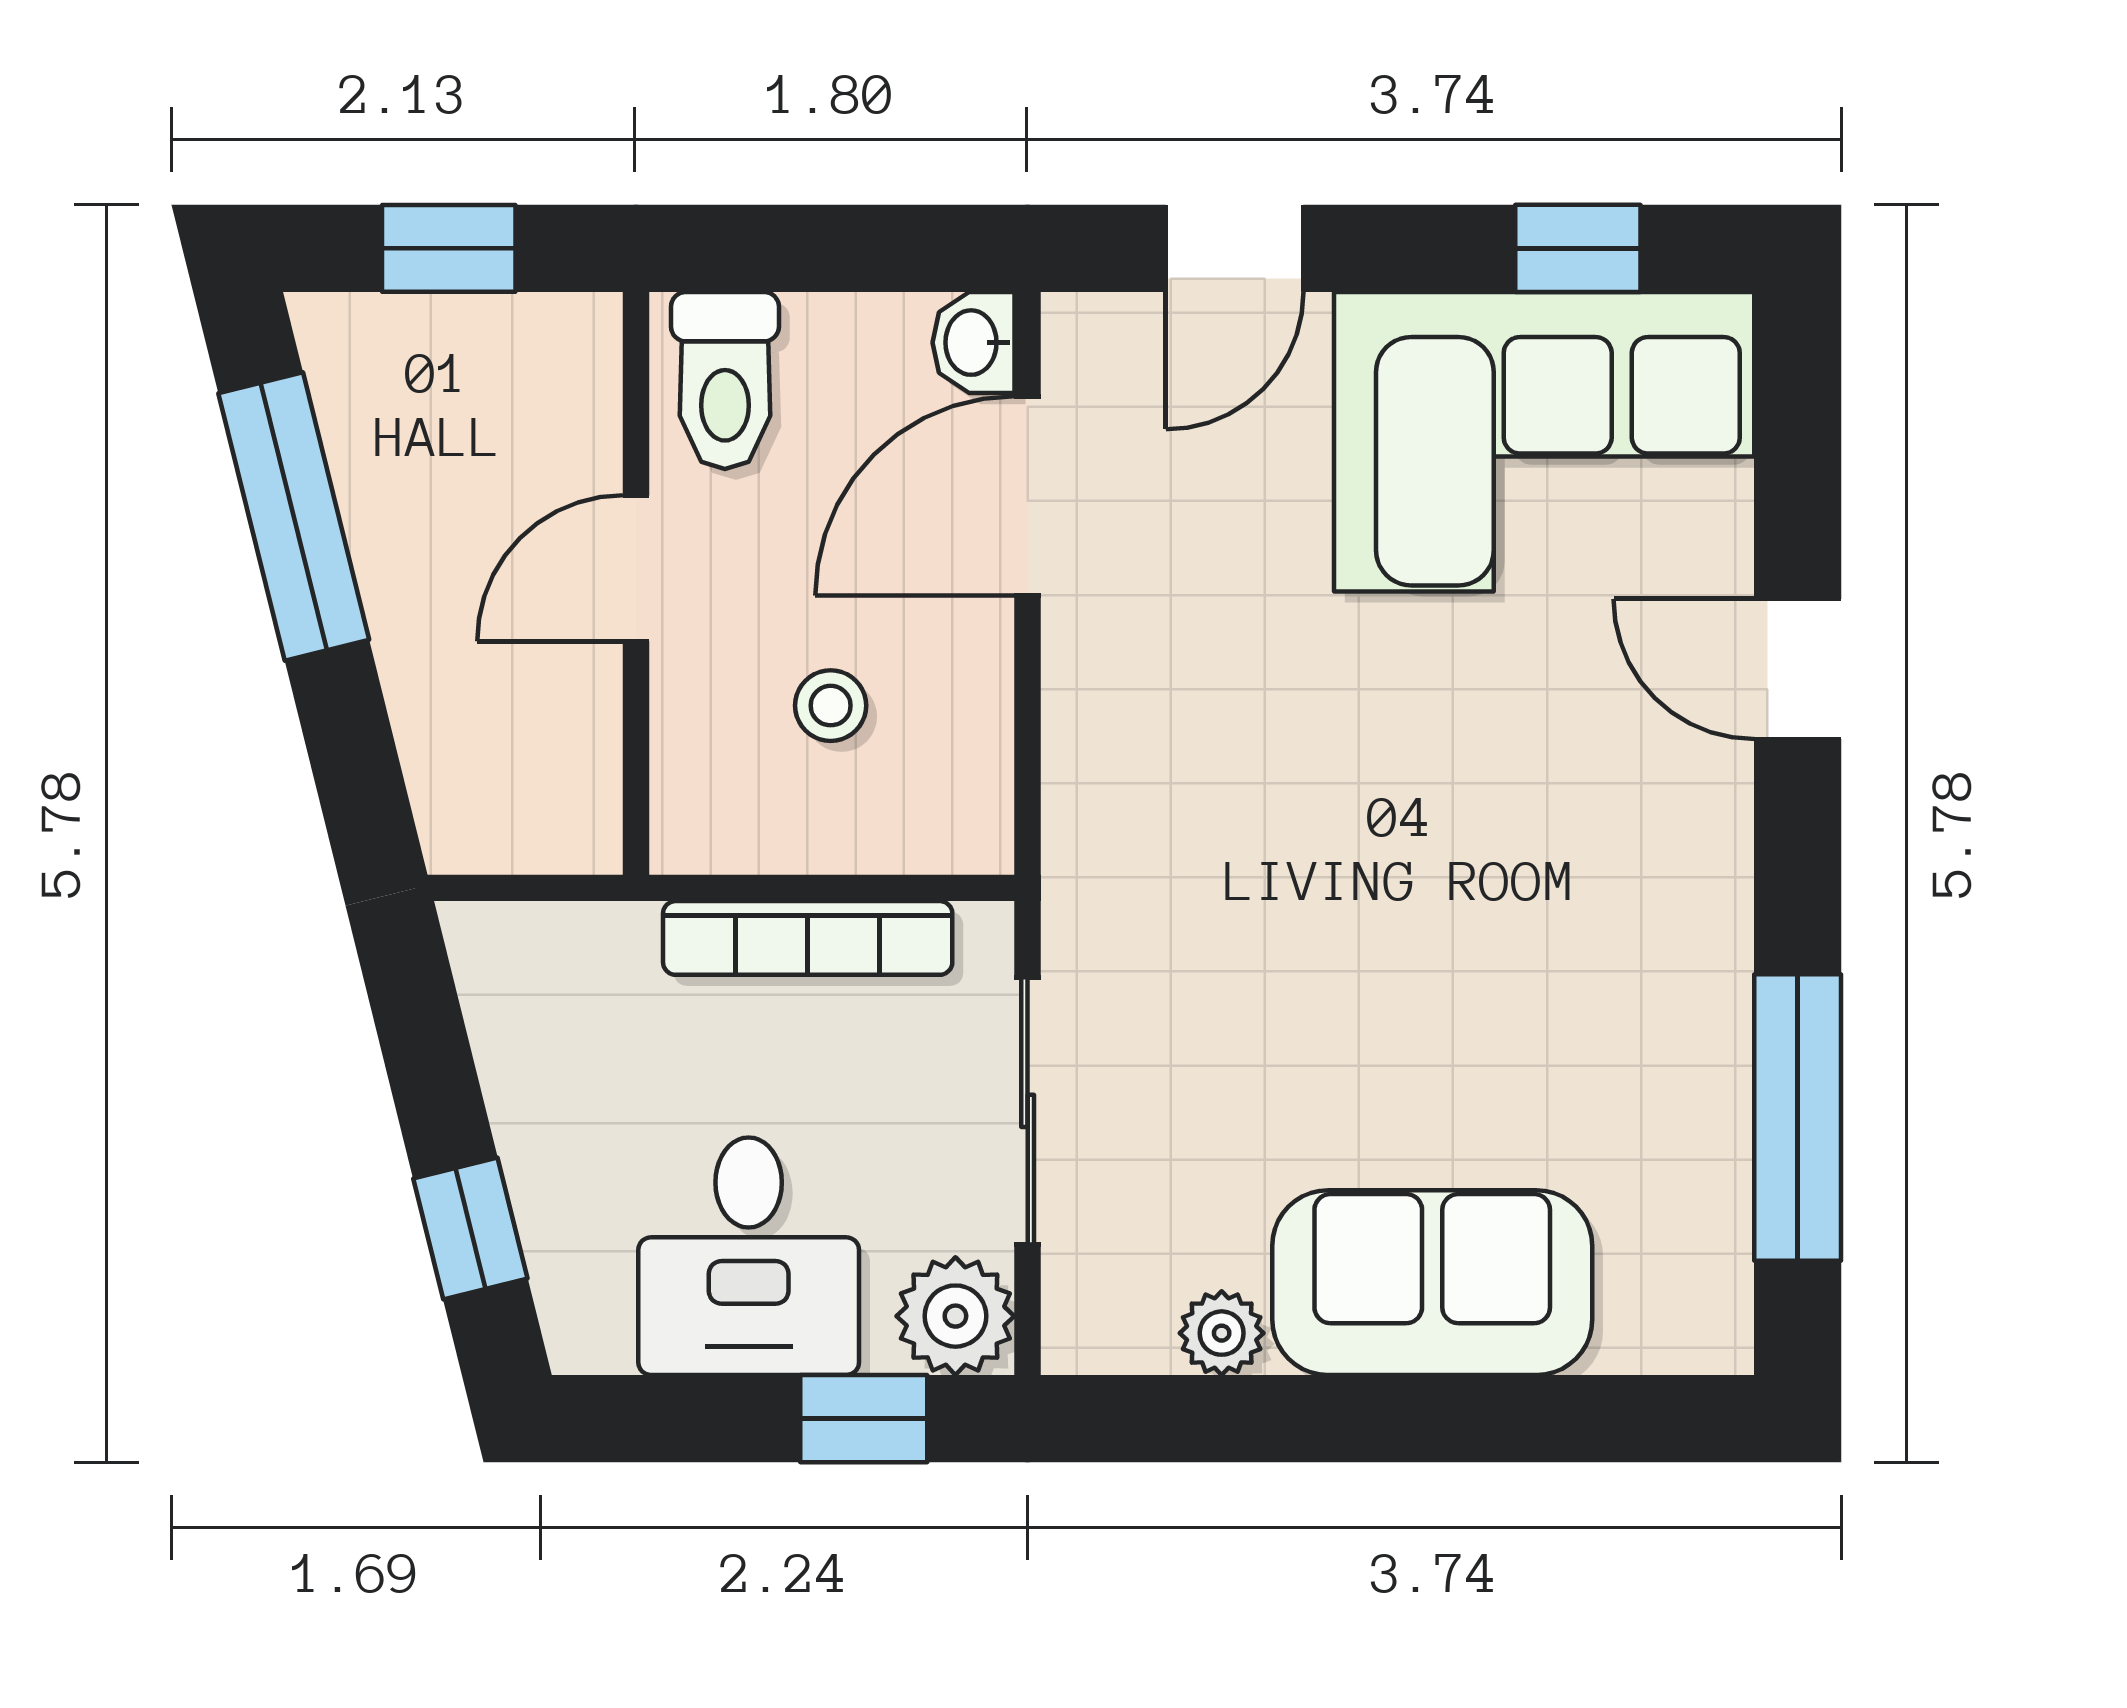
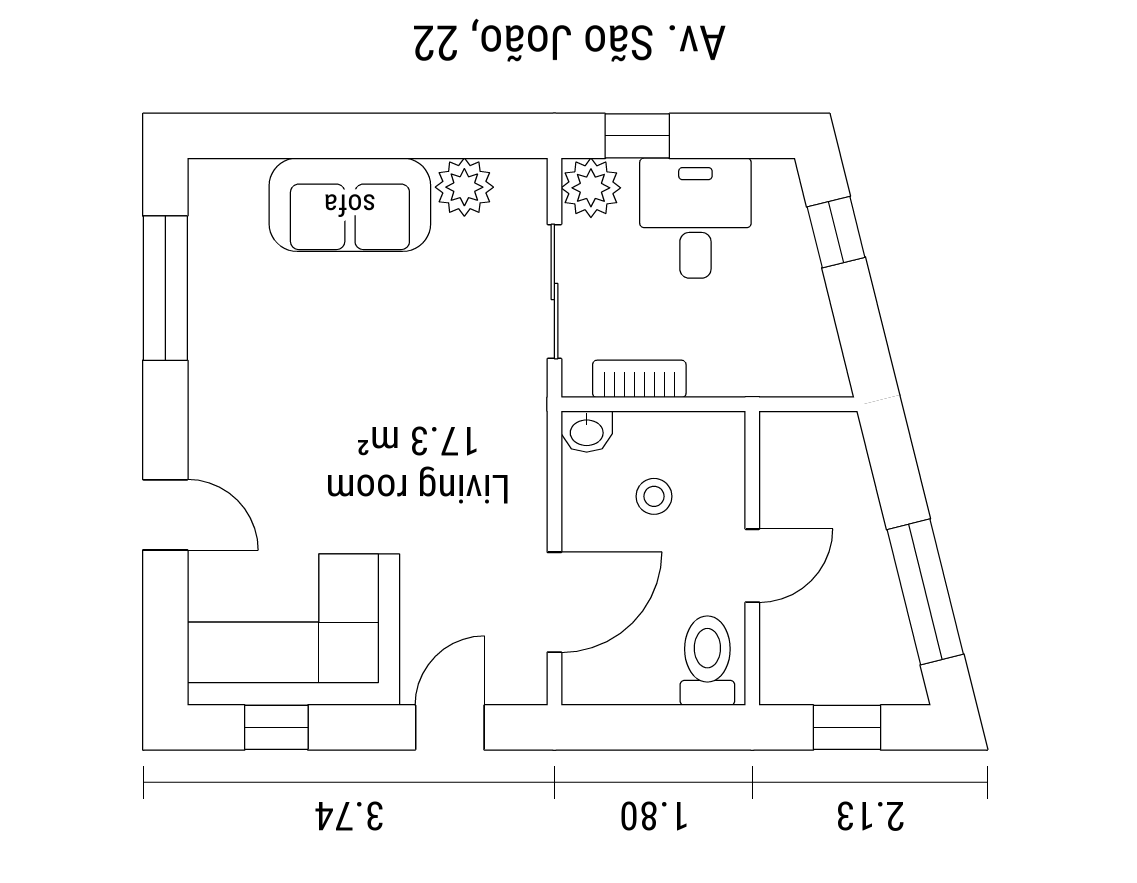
washbasin: (974, 343) -> (587, 432), moved, turned 90
bookcase: (808, 938) -> (639, 379), width x0.64
plant: (1222, 1333) -> (464, 187), width x1.38, depth x1.38

